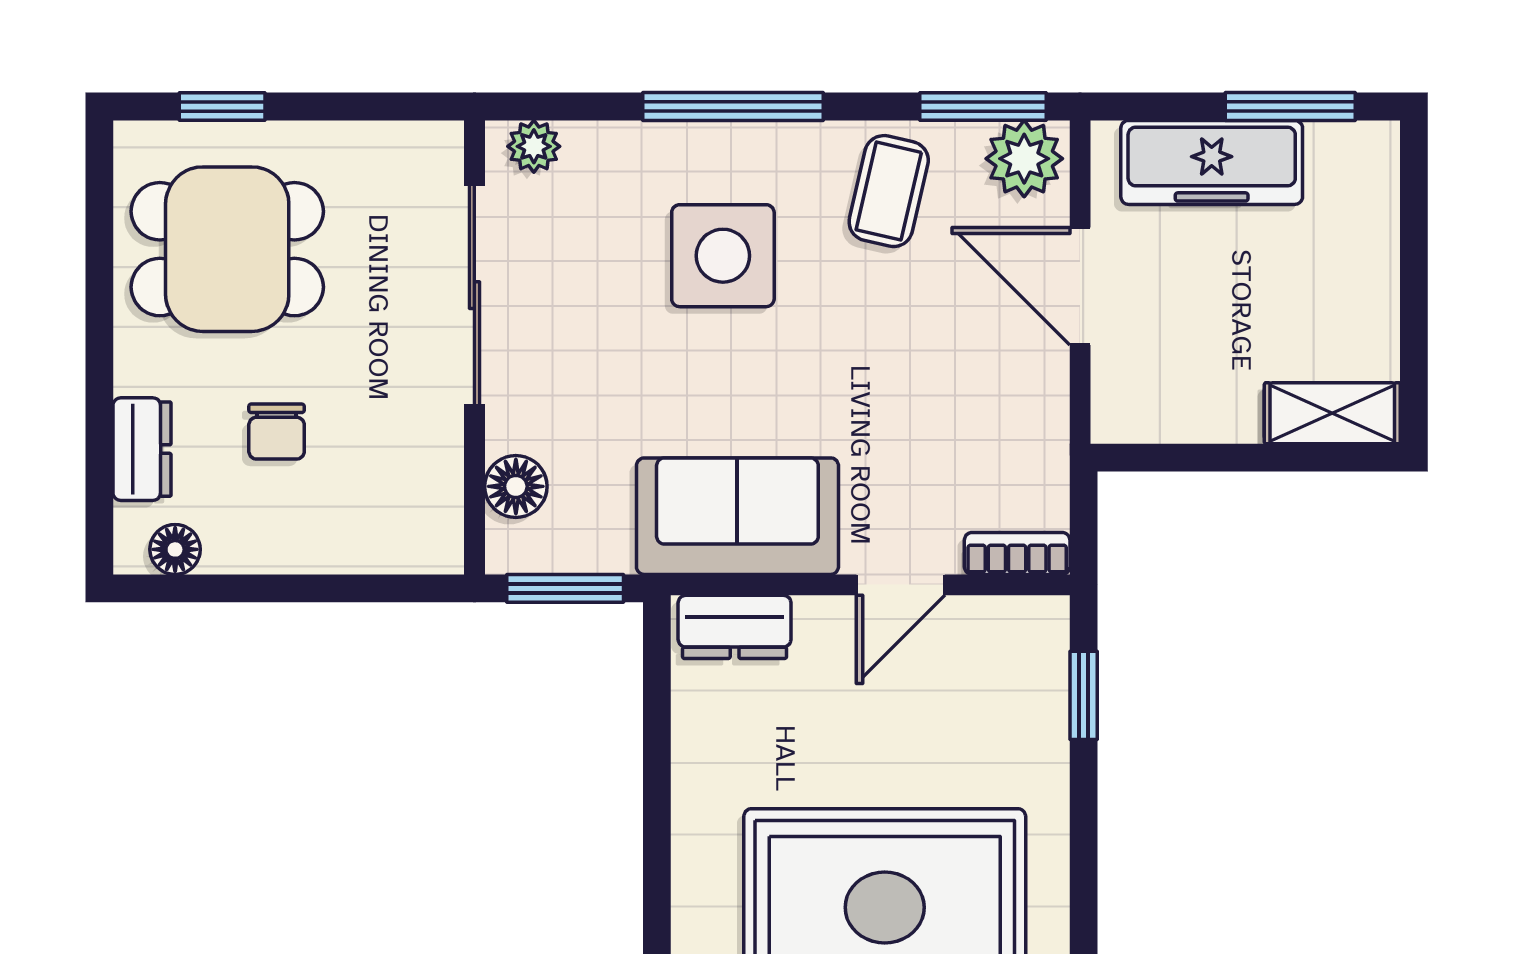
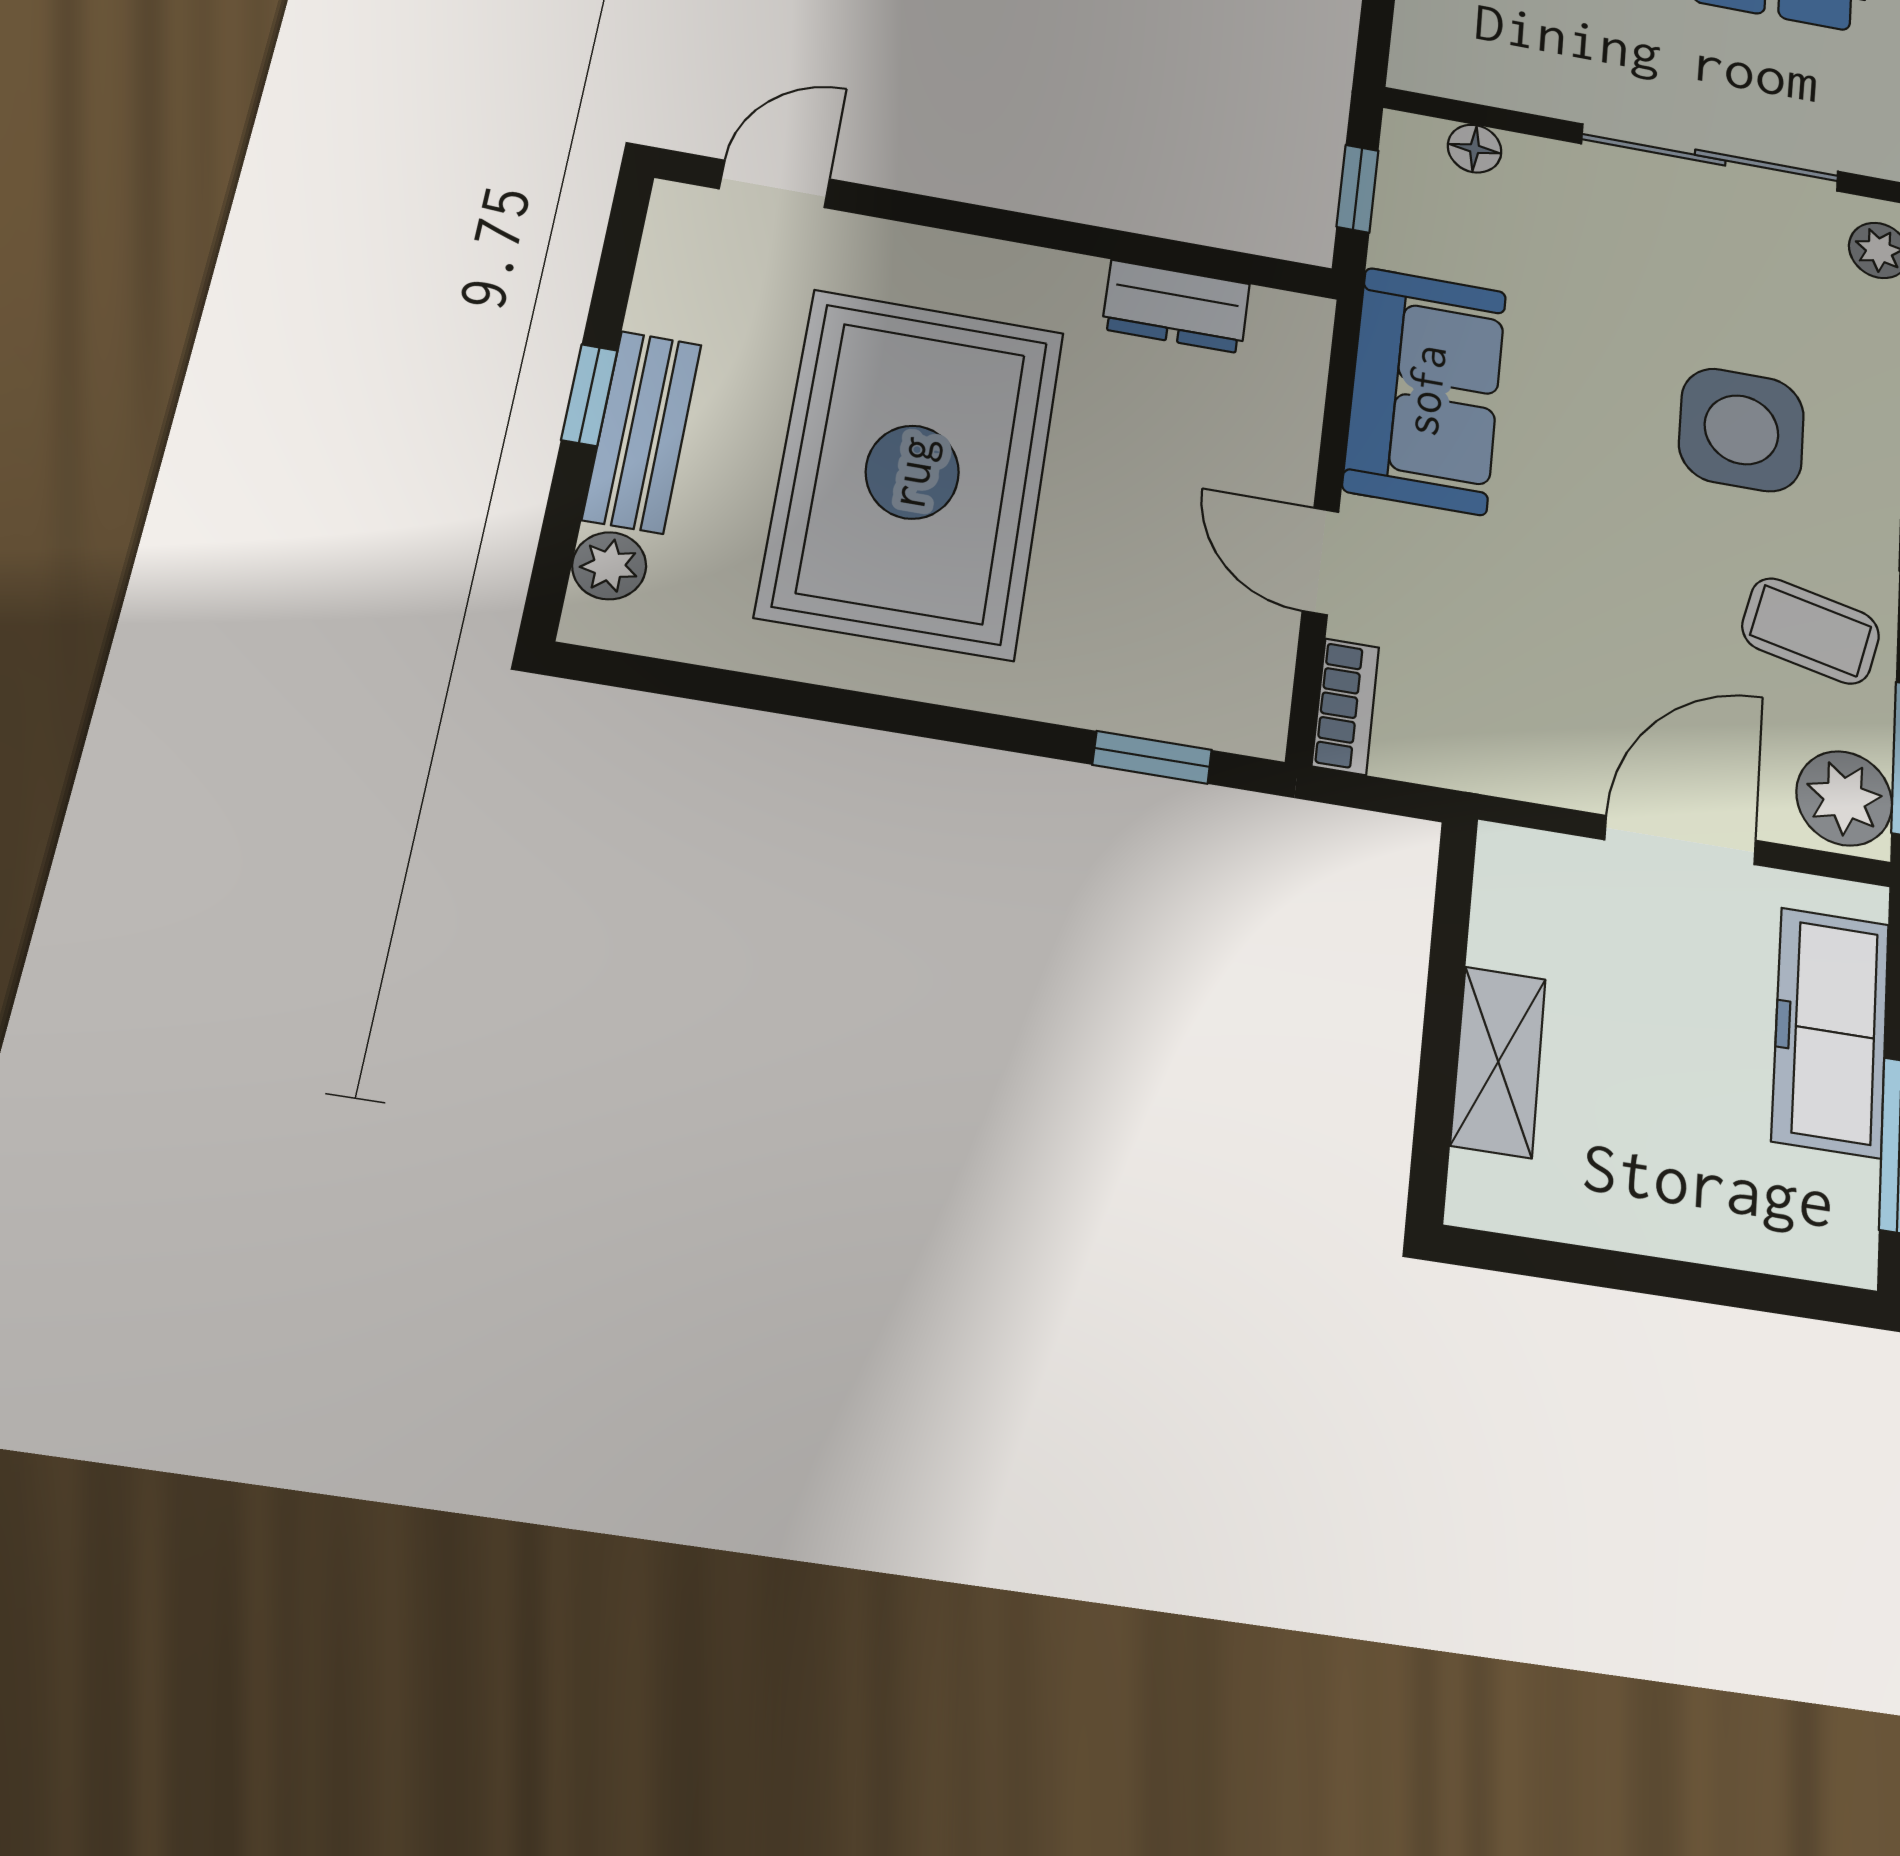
shelving: (1332, 413) -> (1498, 1062), moved
floor lamp: (516, 486) -> (1475, 149), width x0.73, depth x0.73
window: (565, 588) -> (1358, 189), width x0.67
dresser: (735, 627) -> (1176, 306), moved, turned -90

